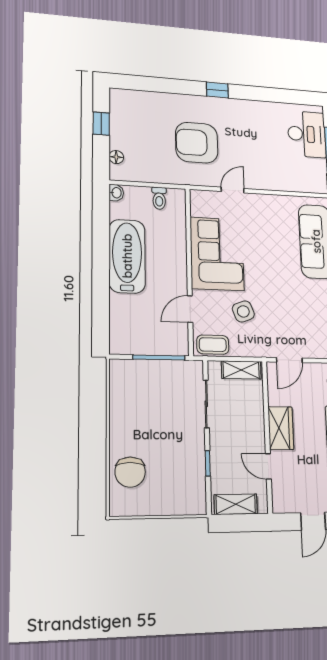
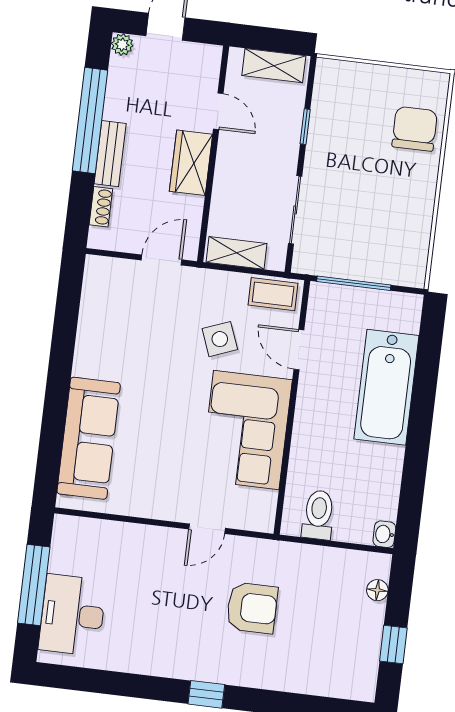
armchair: (197, 143) -> (252, 608), width x0.73, depth x0.73
toilet: (159, 198) -> (318, 515), width x1.37, depth x1.39
bathtub: (127, 256) -> (386, 387), moved
door: (190, 309) -> (299, 350), swing flipped

